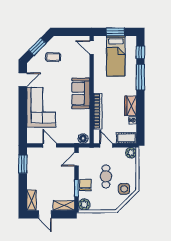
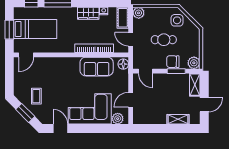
sofa: (81, 93) -> (97, 67), moved
plant: (32, 133) -> (118, 119), added
door: (106, 145) -> (131, 39), hinge flipped
window: (23, 164) -> (151, 128), removed
shelving: (31, 200) -> (178, 119), moved

